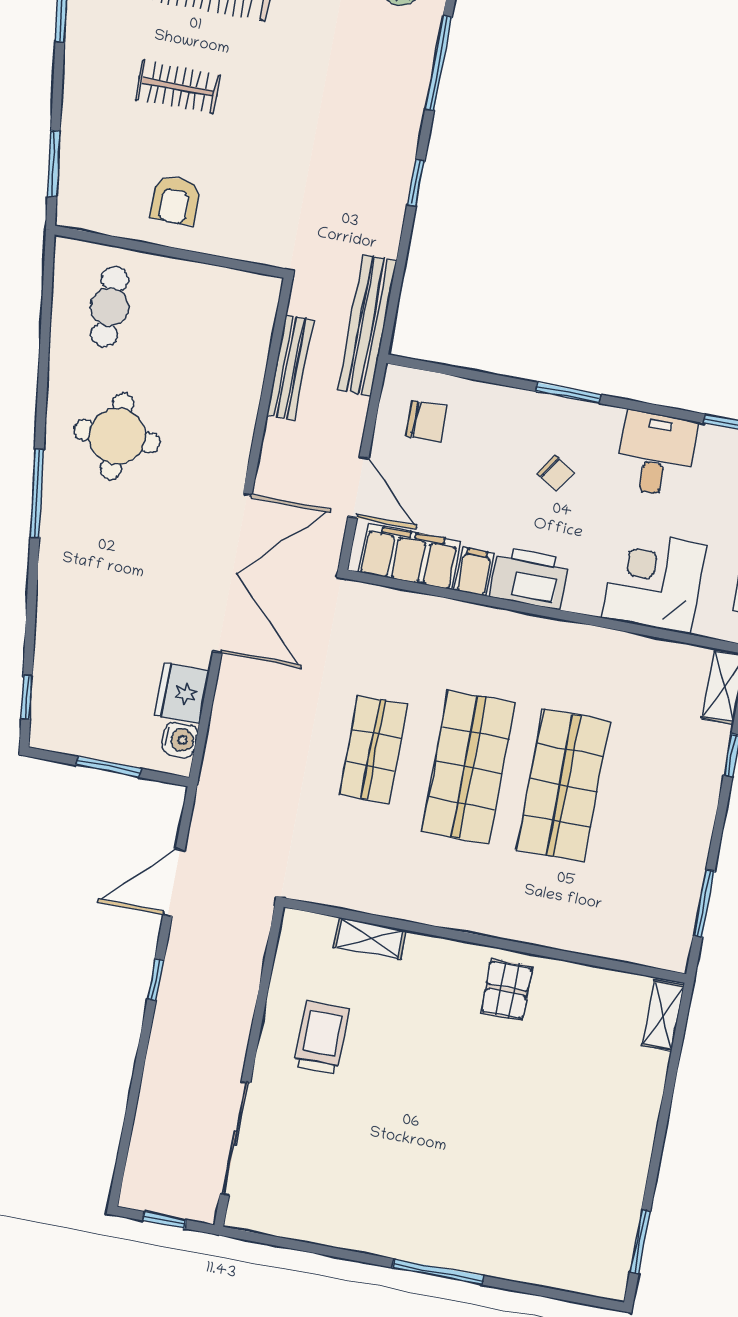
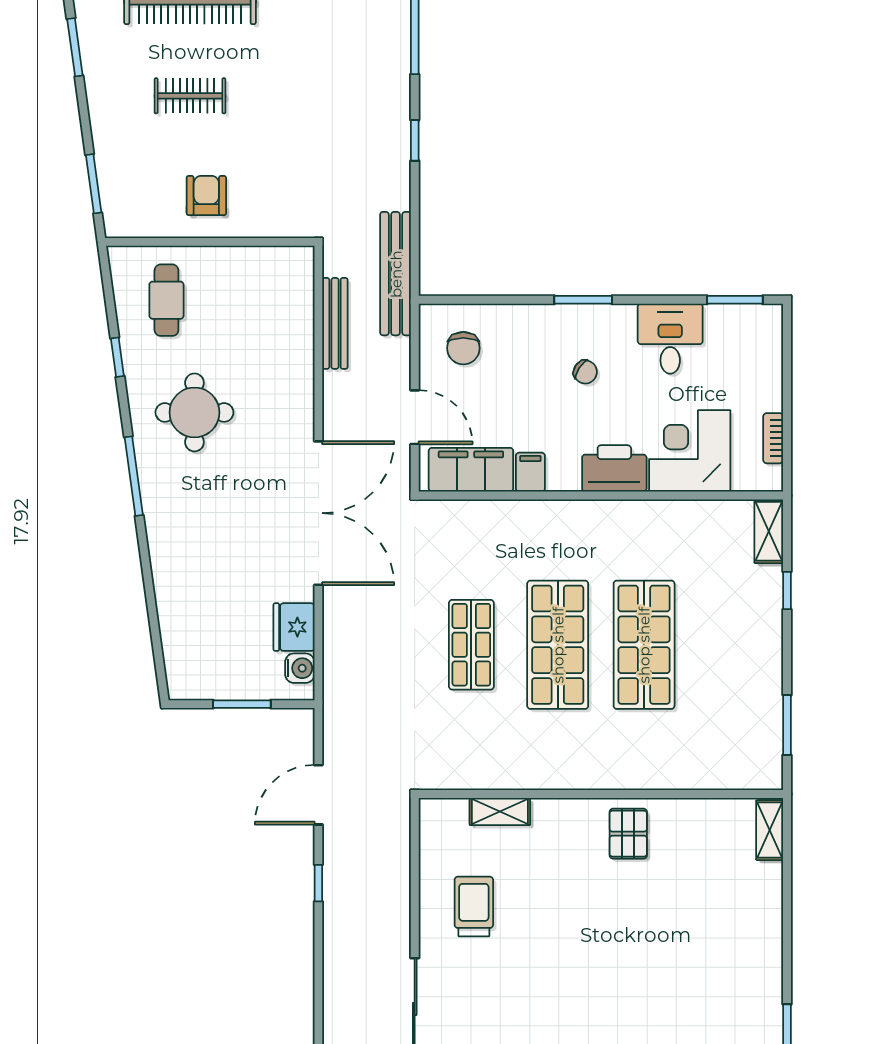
armchair: (175, 200) -> (206, 195), turned 180
chair: (426, 421) -> (463, 348), turned 90
printer: (529, 578) -> (614, 468), moved
window: (27, 697) -> (117, 357), moved

